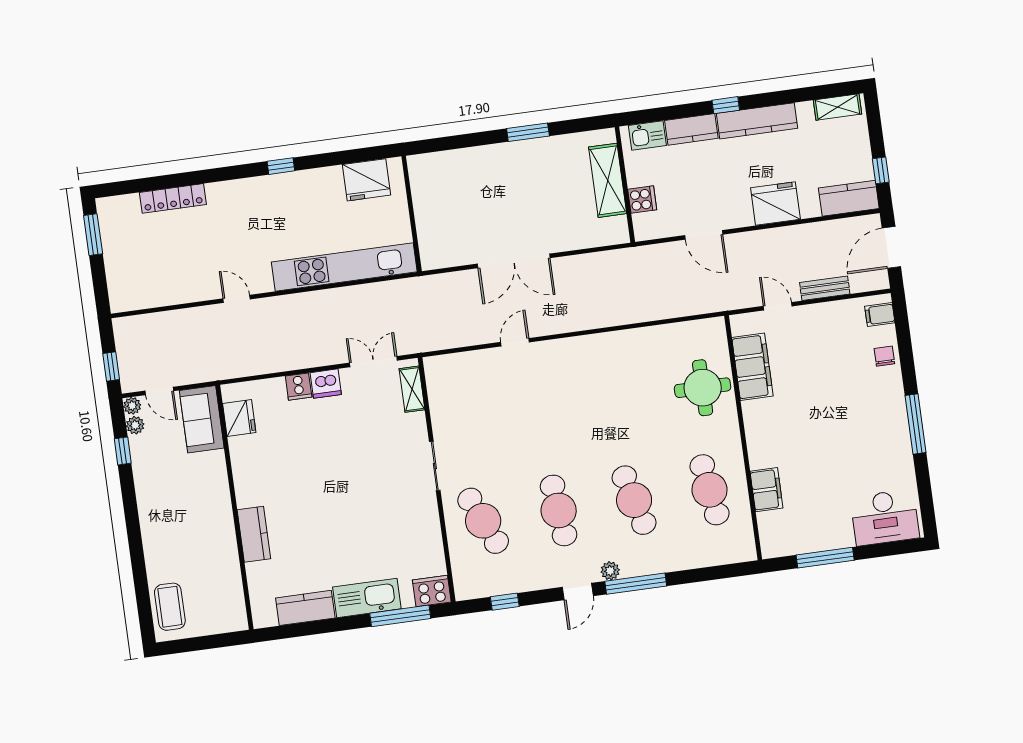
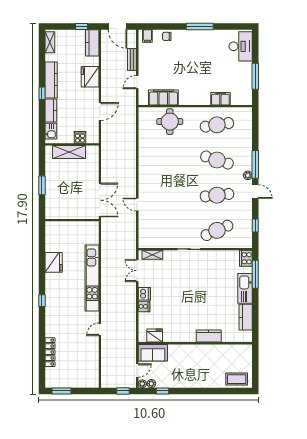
wall: (412, 214) -> (72, 220), moved
cafe table: (634, 500) -> (217, 160), turned 33

